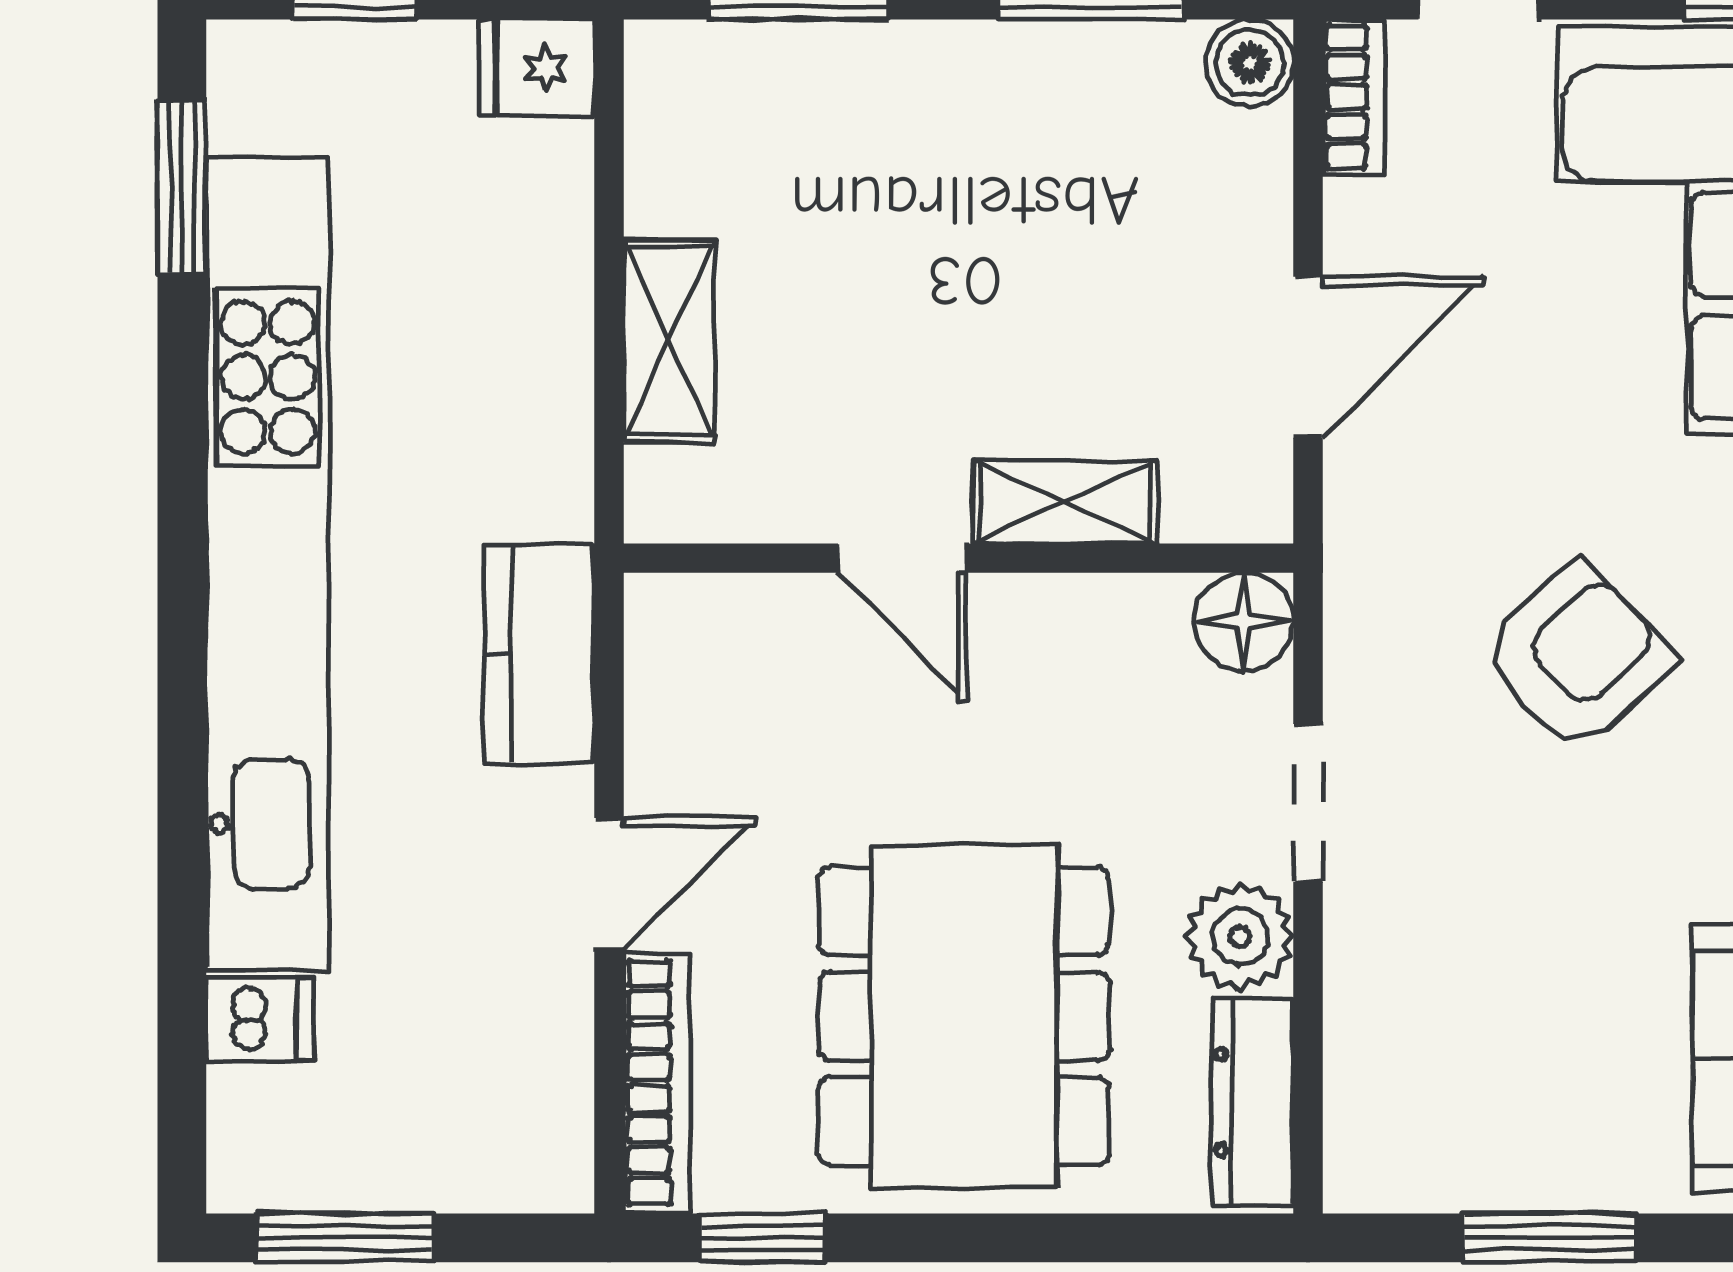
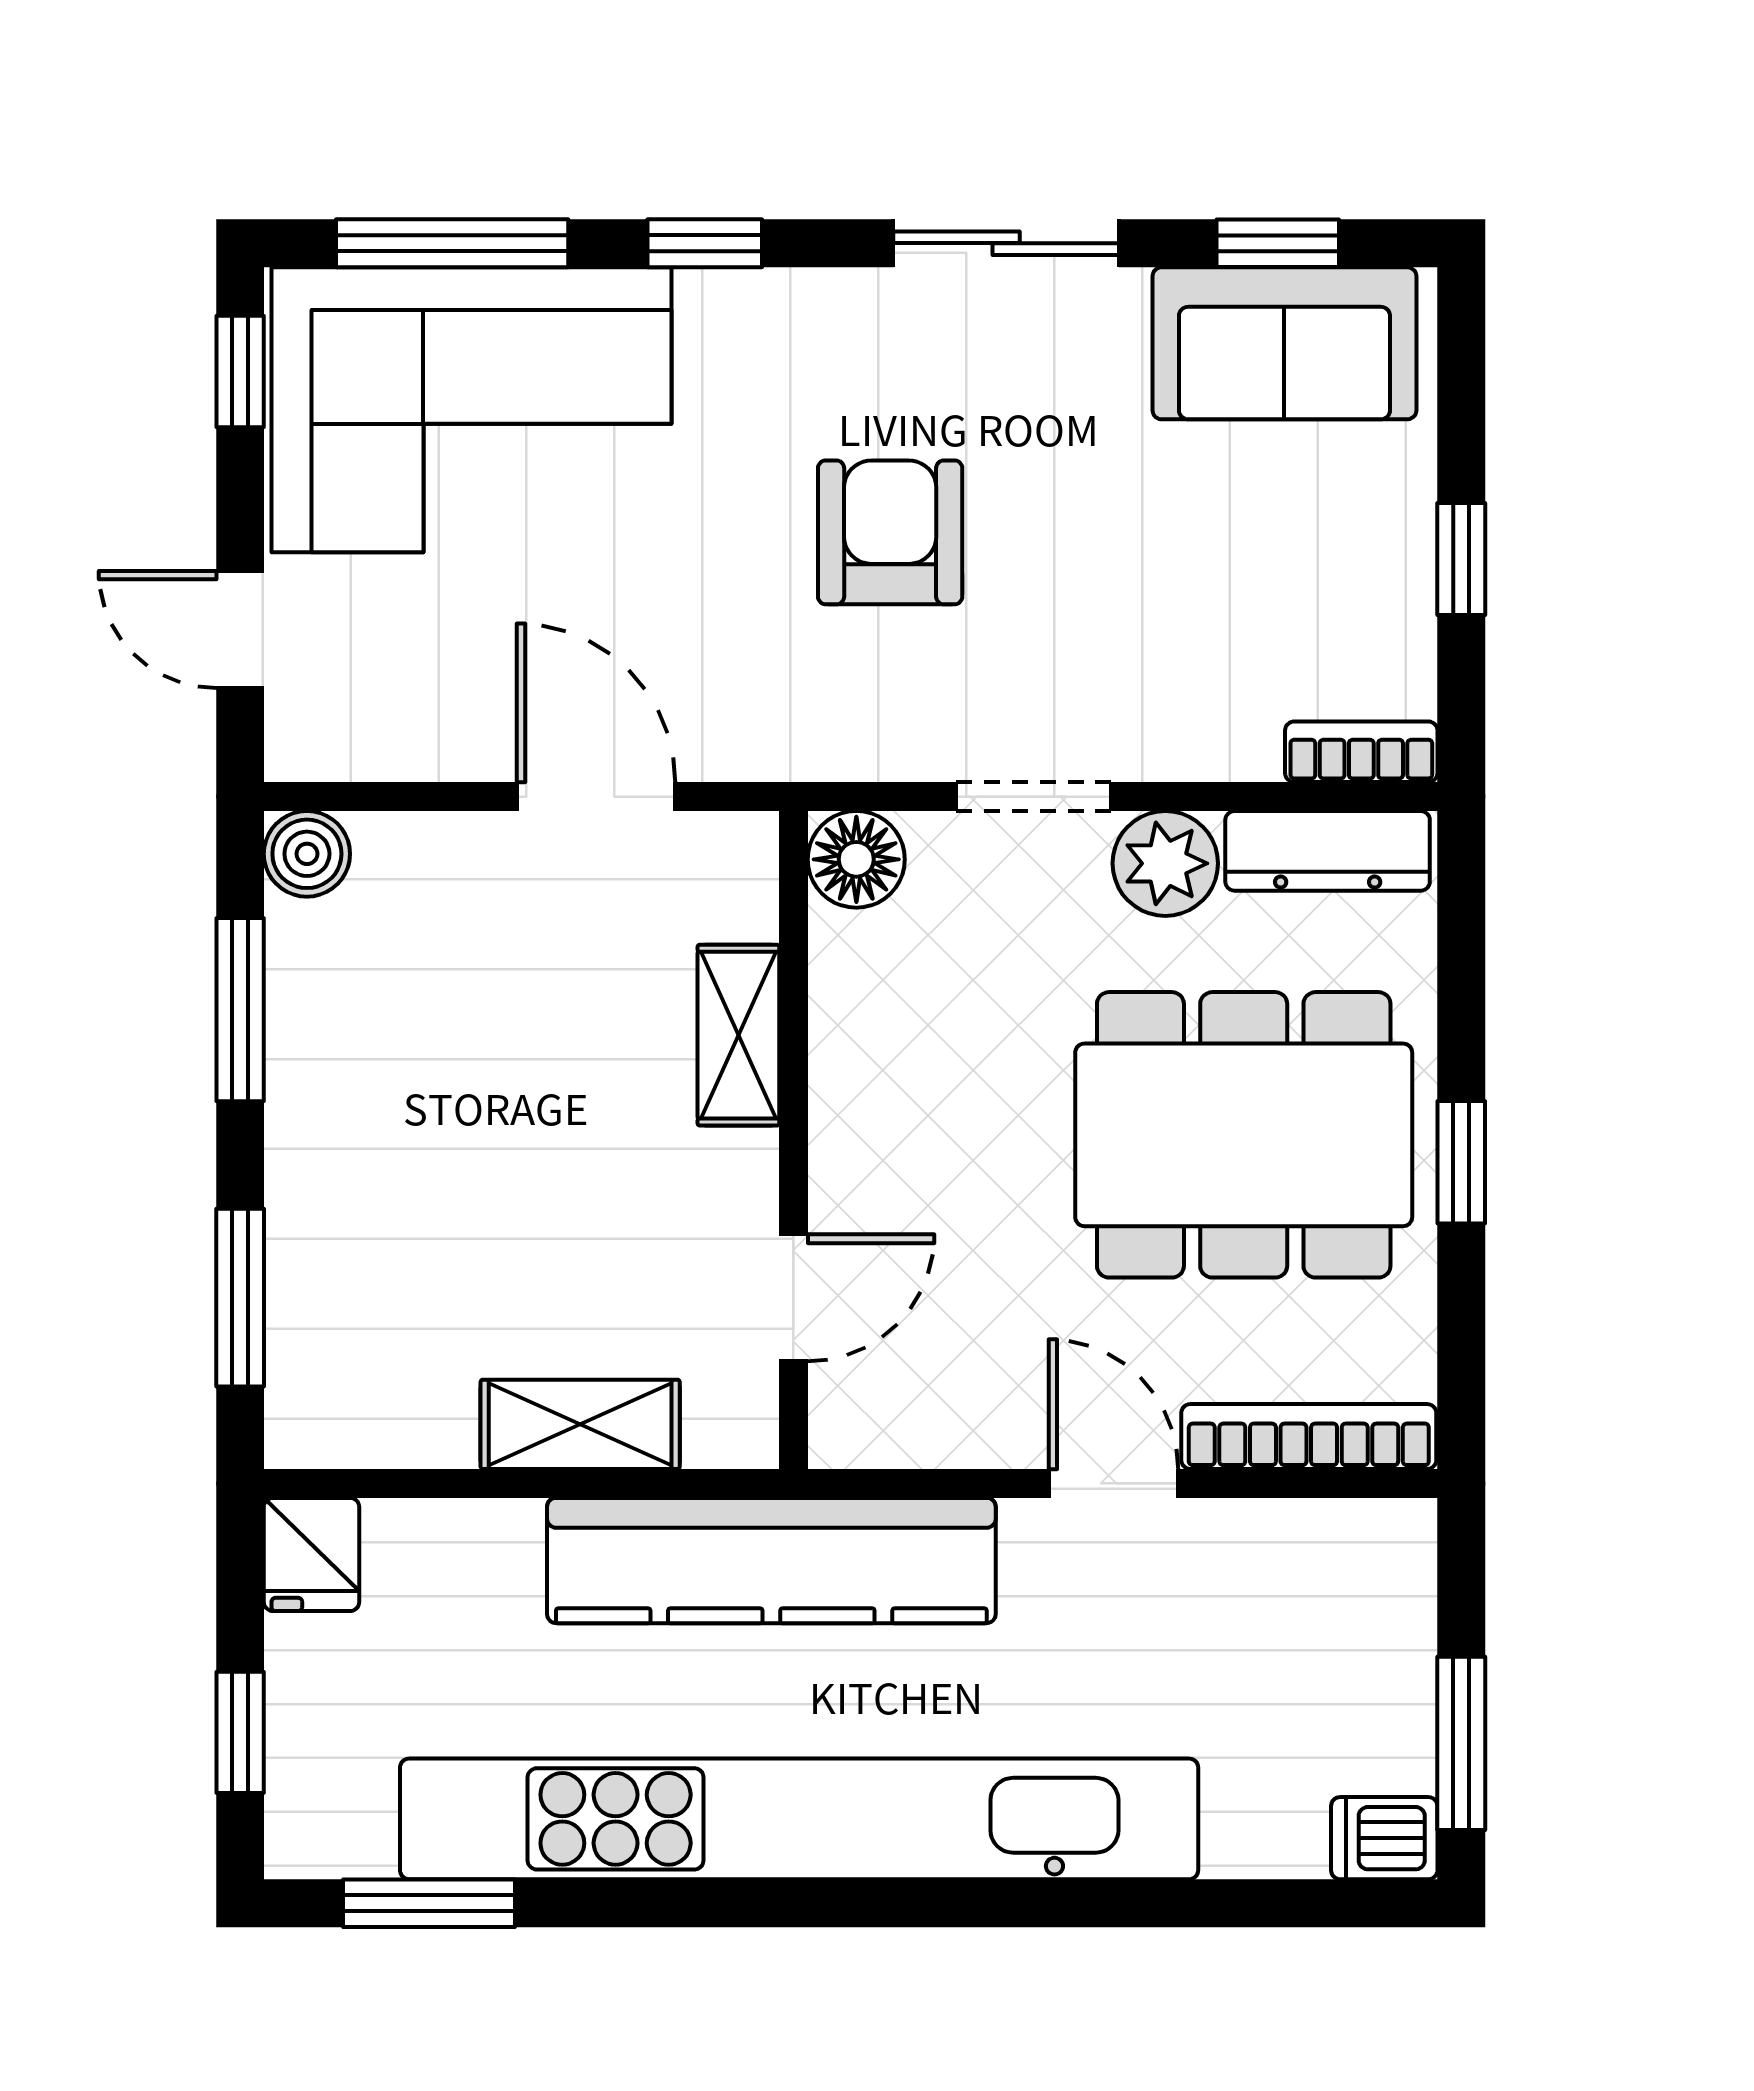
bookcase: (1354, 97) -> (1361, 752), moved
door: (902, 558) -> (793, 1298), moved
kitchen counter: (540, 654) -> (771, 1561), width x2.08, depth x1.17
armchair: (1577, 657) -> (890, 532), turned 43
dishwasher: (260, 1020) -> (1384, 1838), moved, turned -90
window: (763, 1238) -> (1461, 1162), moved
window: (1550, 1238) -> (1461, 559), width x0.67

